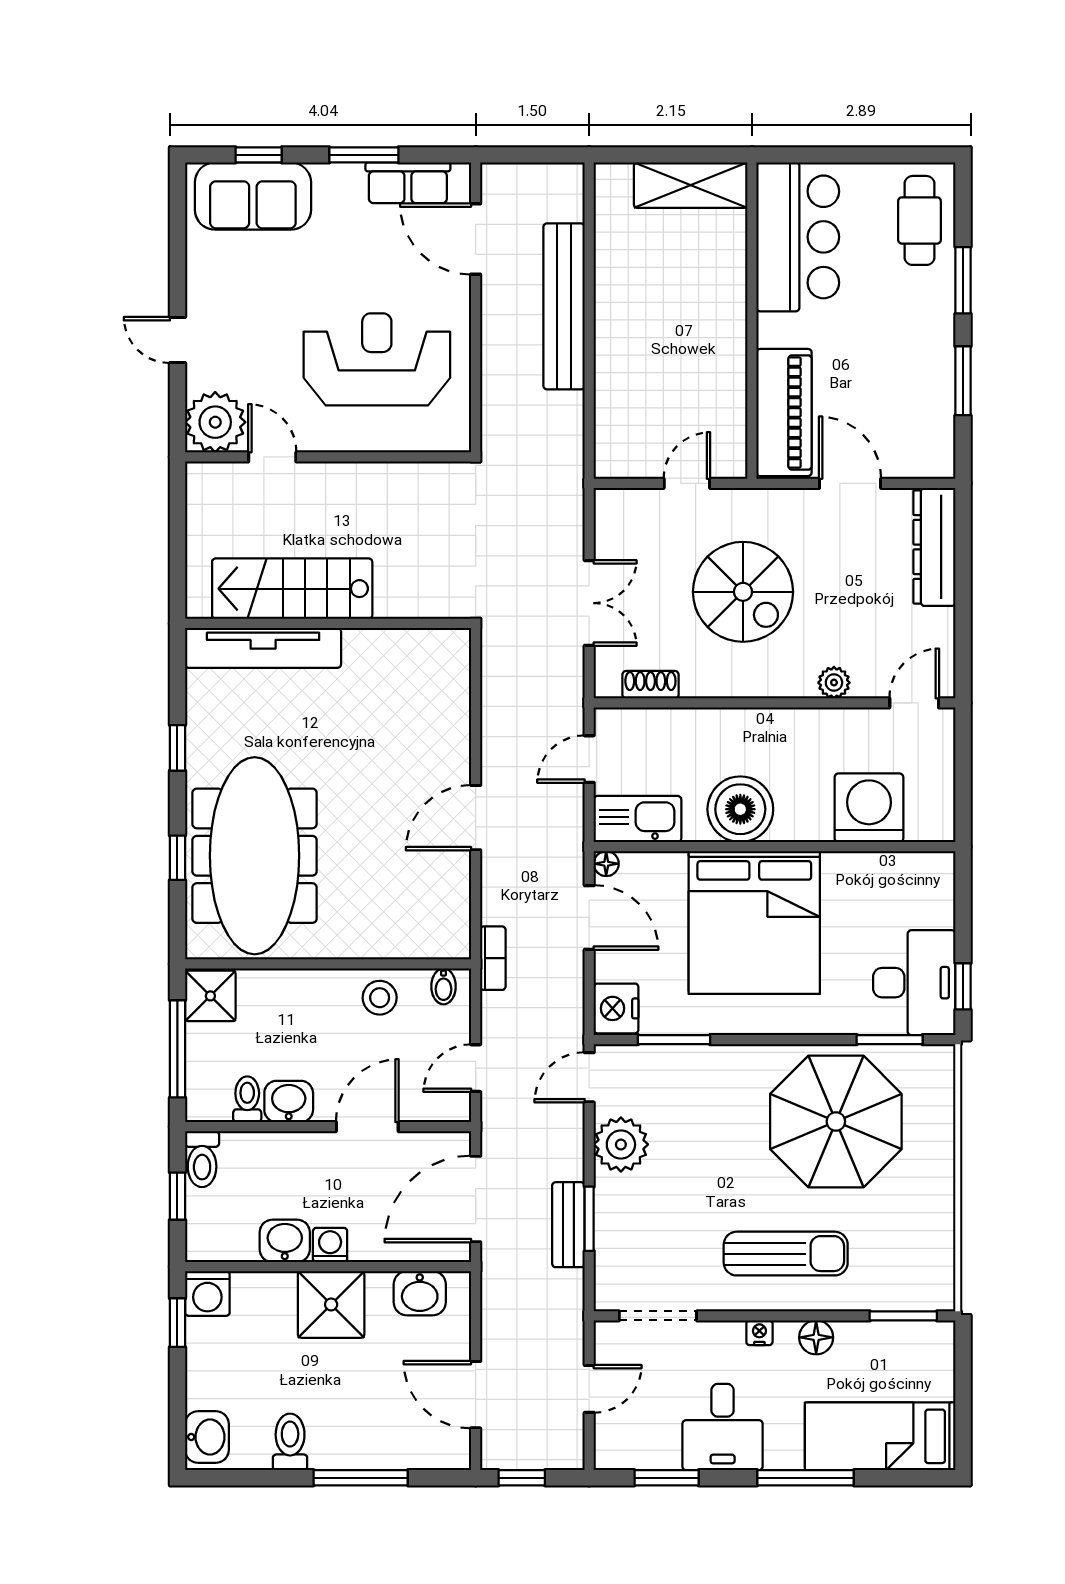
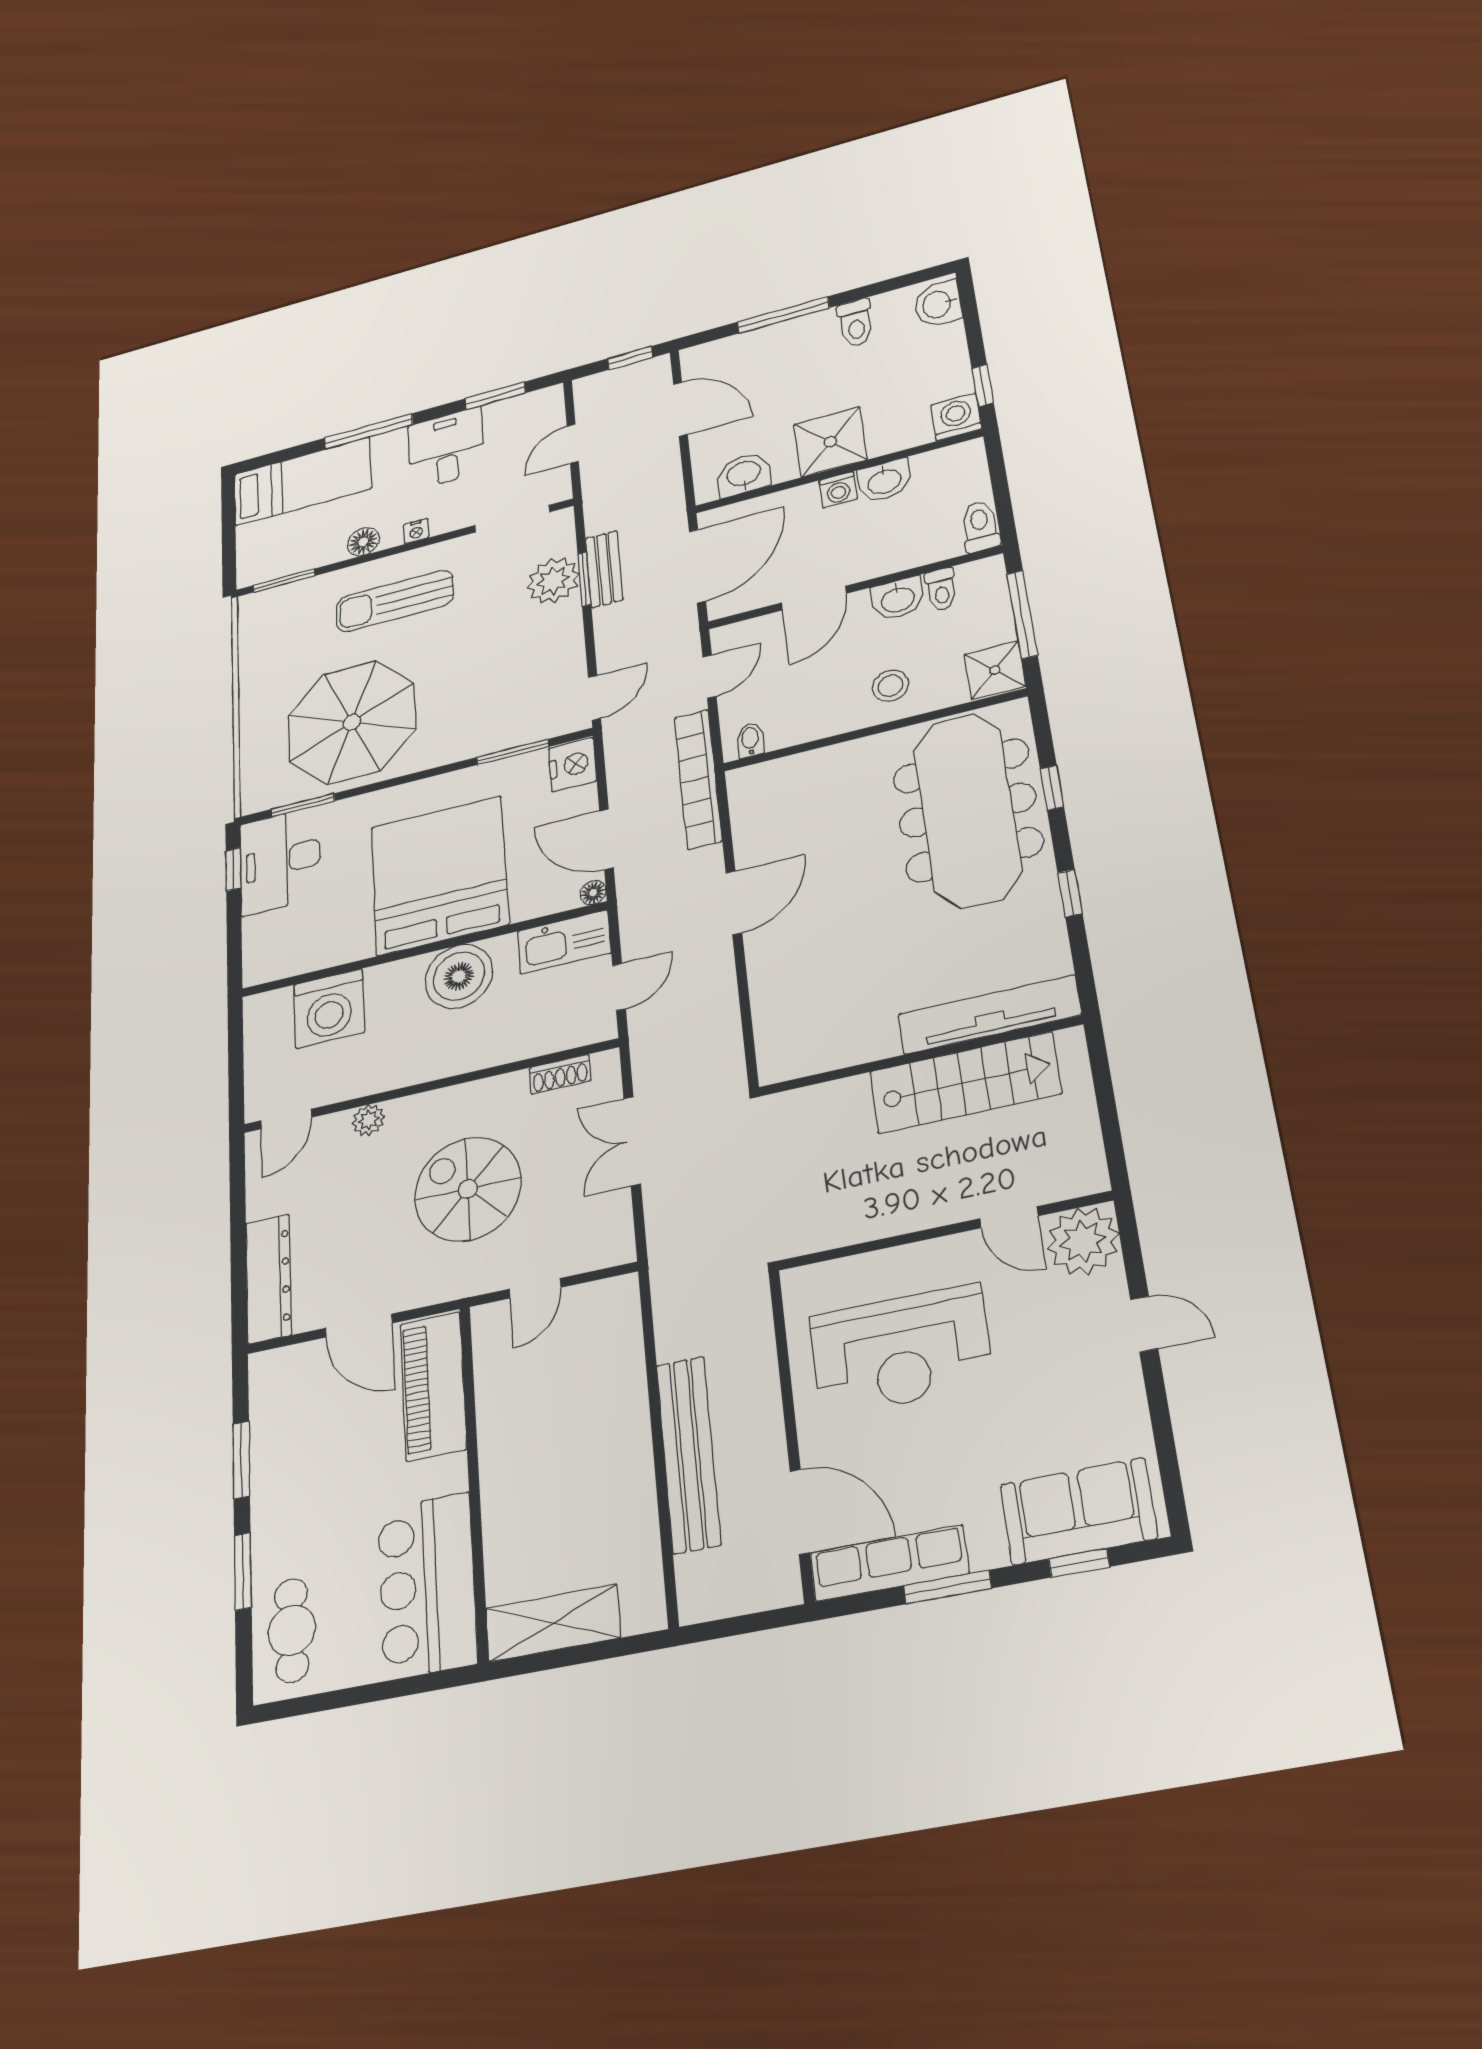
row of seats: (408, 183) -> (889, 1563), width x1.48
bookcase: (493, 958) -> (698, 779), width x2.31, depth x1.31
stool: (380, 998) -> (890, 686), moved
plant: (621, 1144) -> (553, 581), moved
window: (177, 1196) -> (1000, 489), removed

